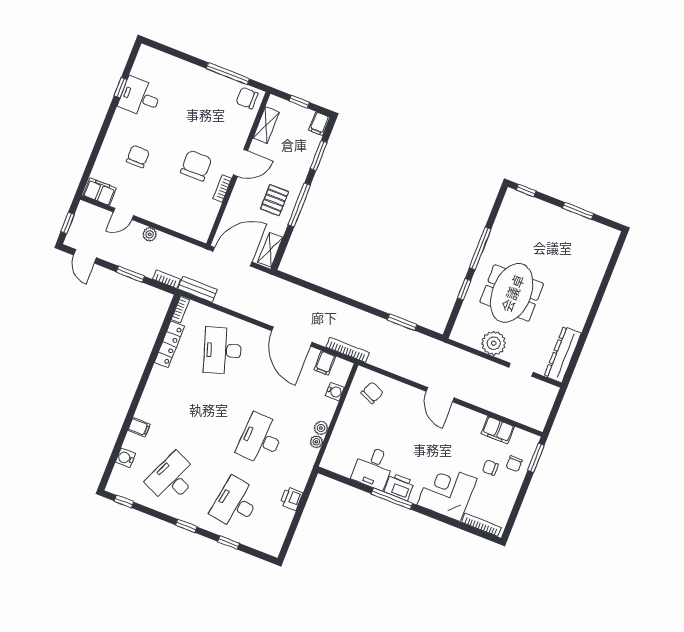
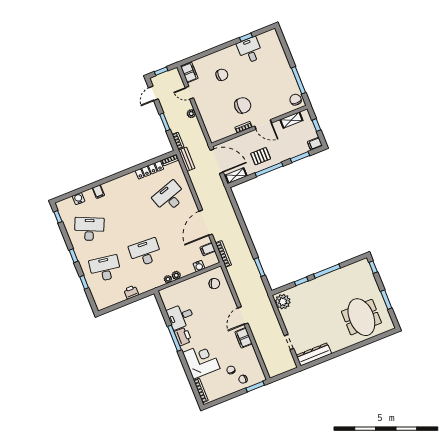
meeting table: (512, 293) -> (361, 317), moved, turned 90
plant: (494, 343) -> (283, 302), moved
filing cabinet: (498, 430) -> (244, 338), moved

